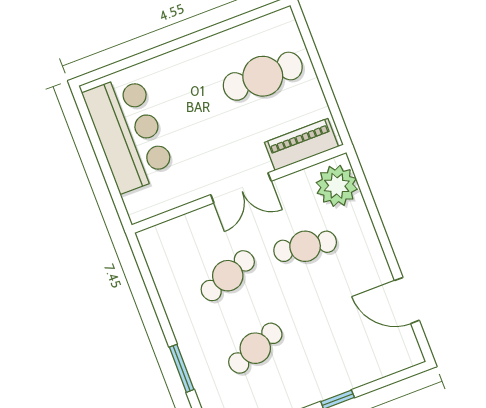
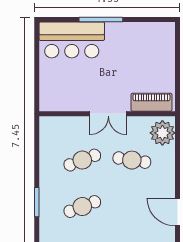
window: (173, 45) -> (101, 19), added
cafe table: (263, 76) -> (144, 56), removed
bar counter: (129, 133) -> (72, 40), moved, turned 90

